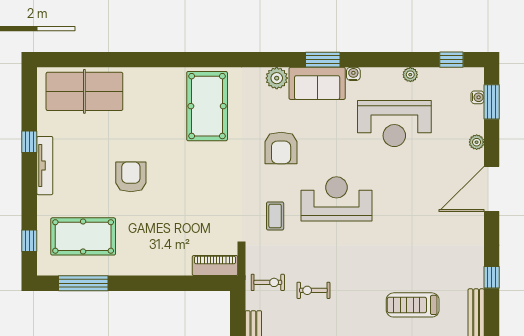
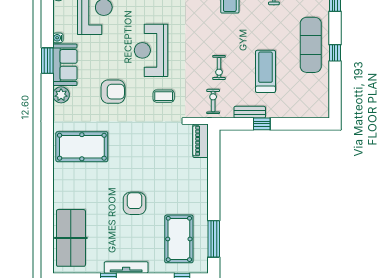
armchair: (131, 177) -> (134, 203), turned 90

